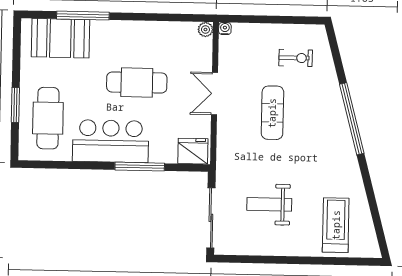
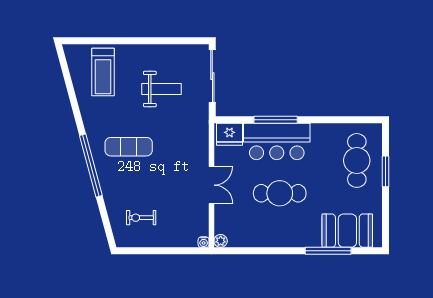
exercise mat: (272, 113) -> (129, 147), moved, turned 90
bar counter: (111, 141) -> (277, 141), moved

